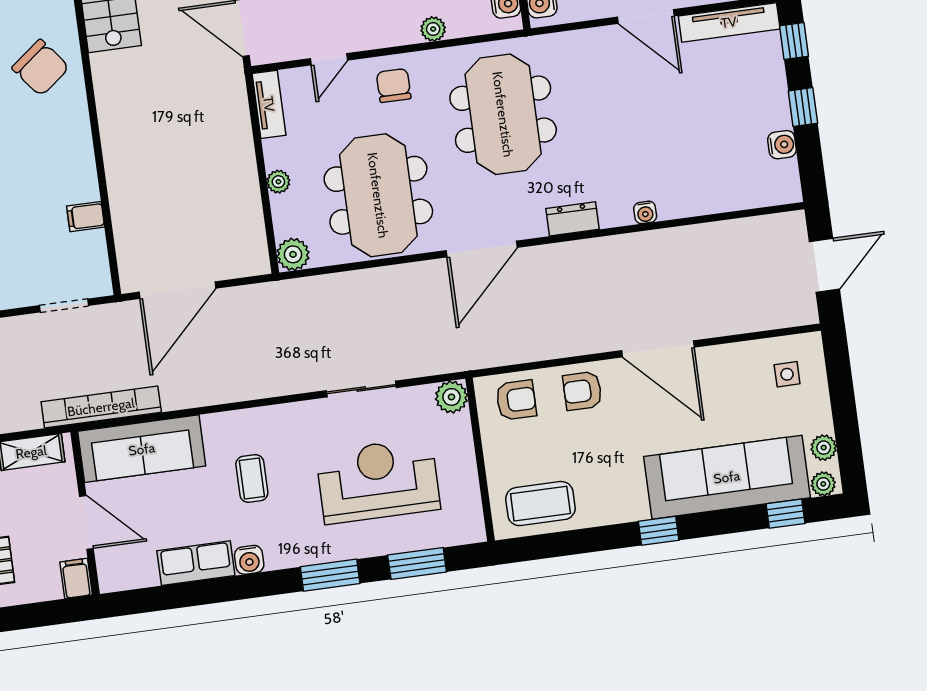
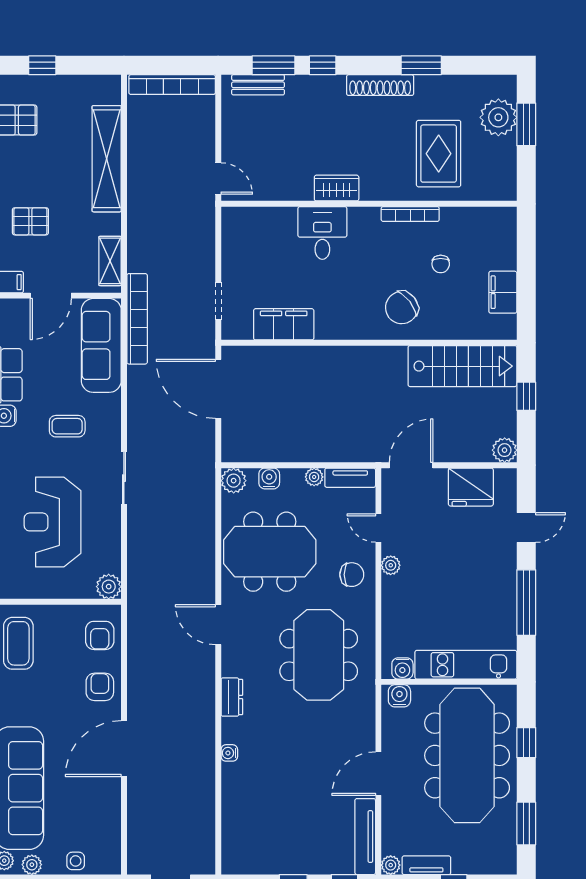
plant: (433, 29) -> (391, 565), moved
meeting table: (503, 114) -> (319, 655), turned 90
water cooler: (782, 145) -> (269, 478), moved, turned 180
plant: (278, 182) -> (314, 477), moved
filing cabinet: (86, 217) -> (284, 324), width x3.00, depth x1.17
door: (482, 249) -> (218, 625), width x0.73
side table: (787, 374) -> (76, 861), moved
sliding door: (361, 389) -> (124, 478), moved
reception desk: (378, 481) -> (53, 522), turned 180

